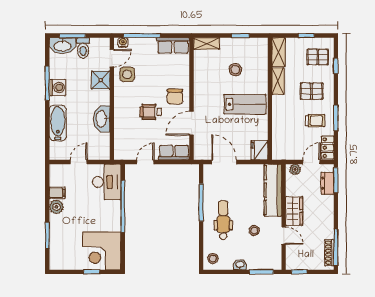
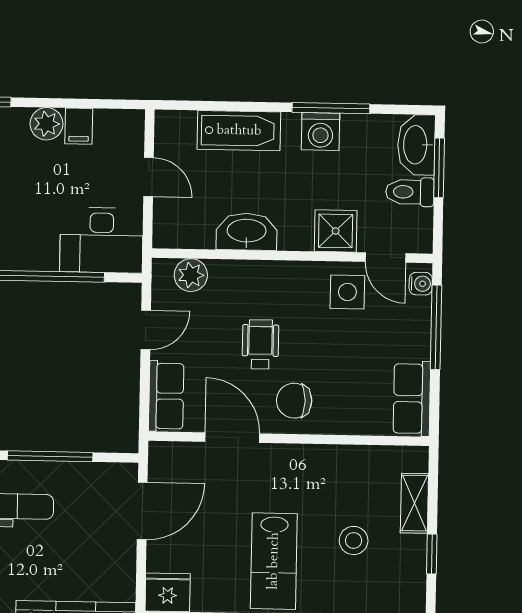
shelving: (207, 43) -> (414, 503), moved
plant: (121, 143) -> (191, 275), added
door: (145, 162) -> (146, 330), hinge flipped

